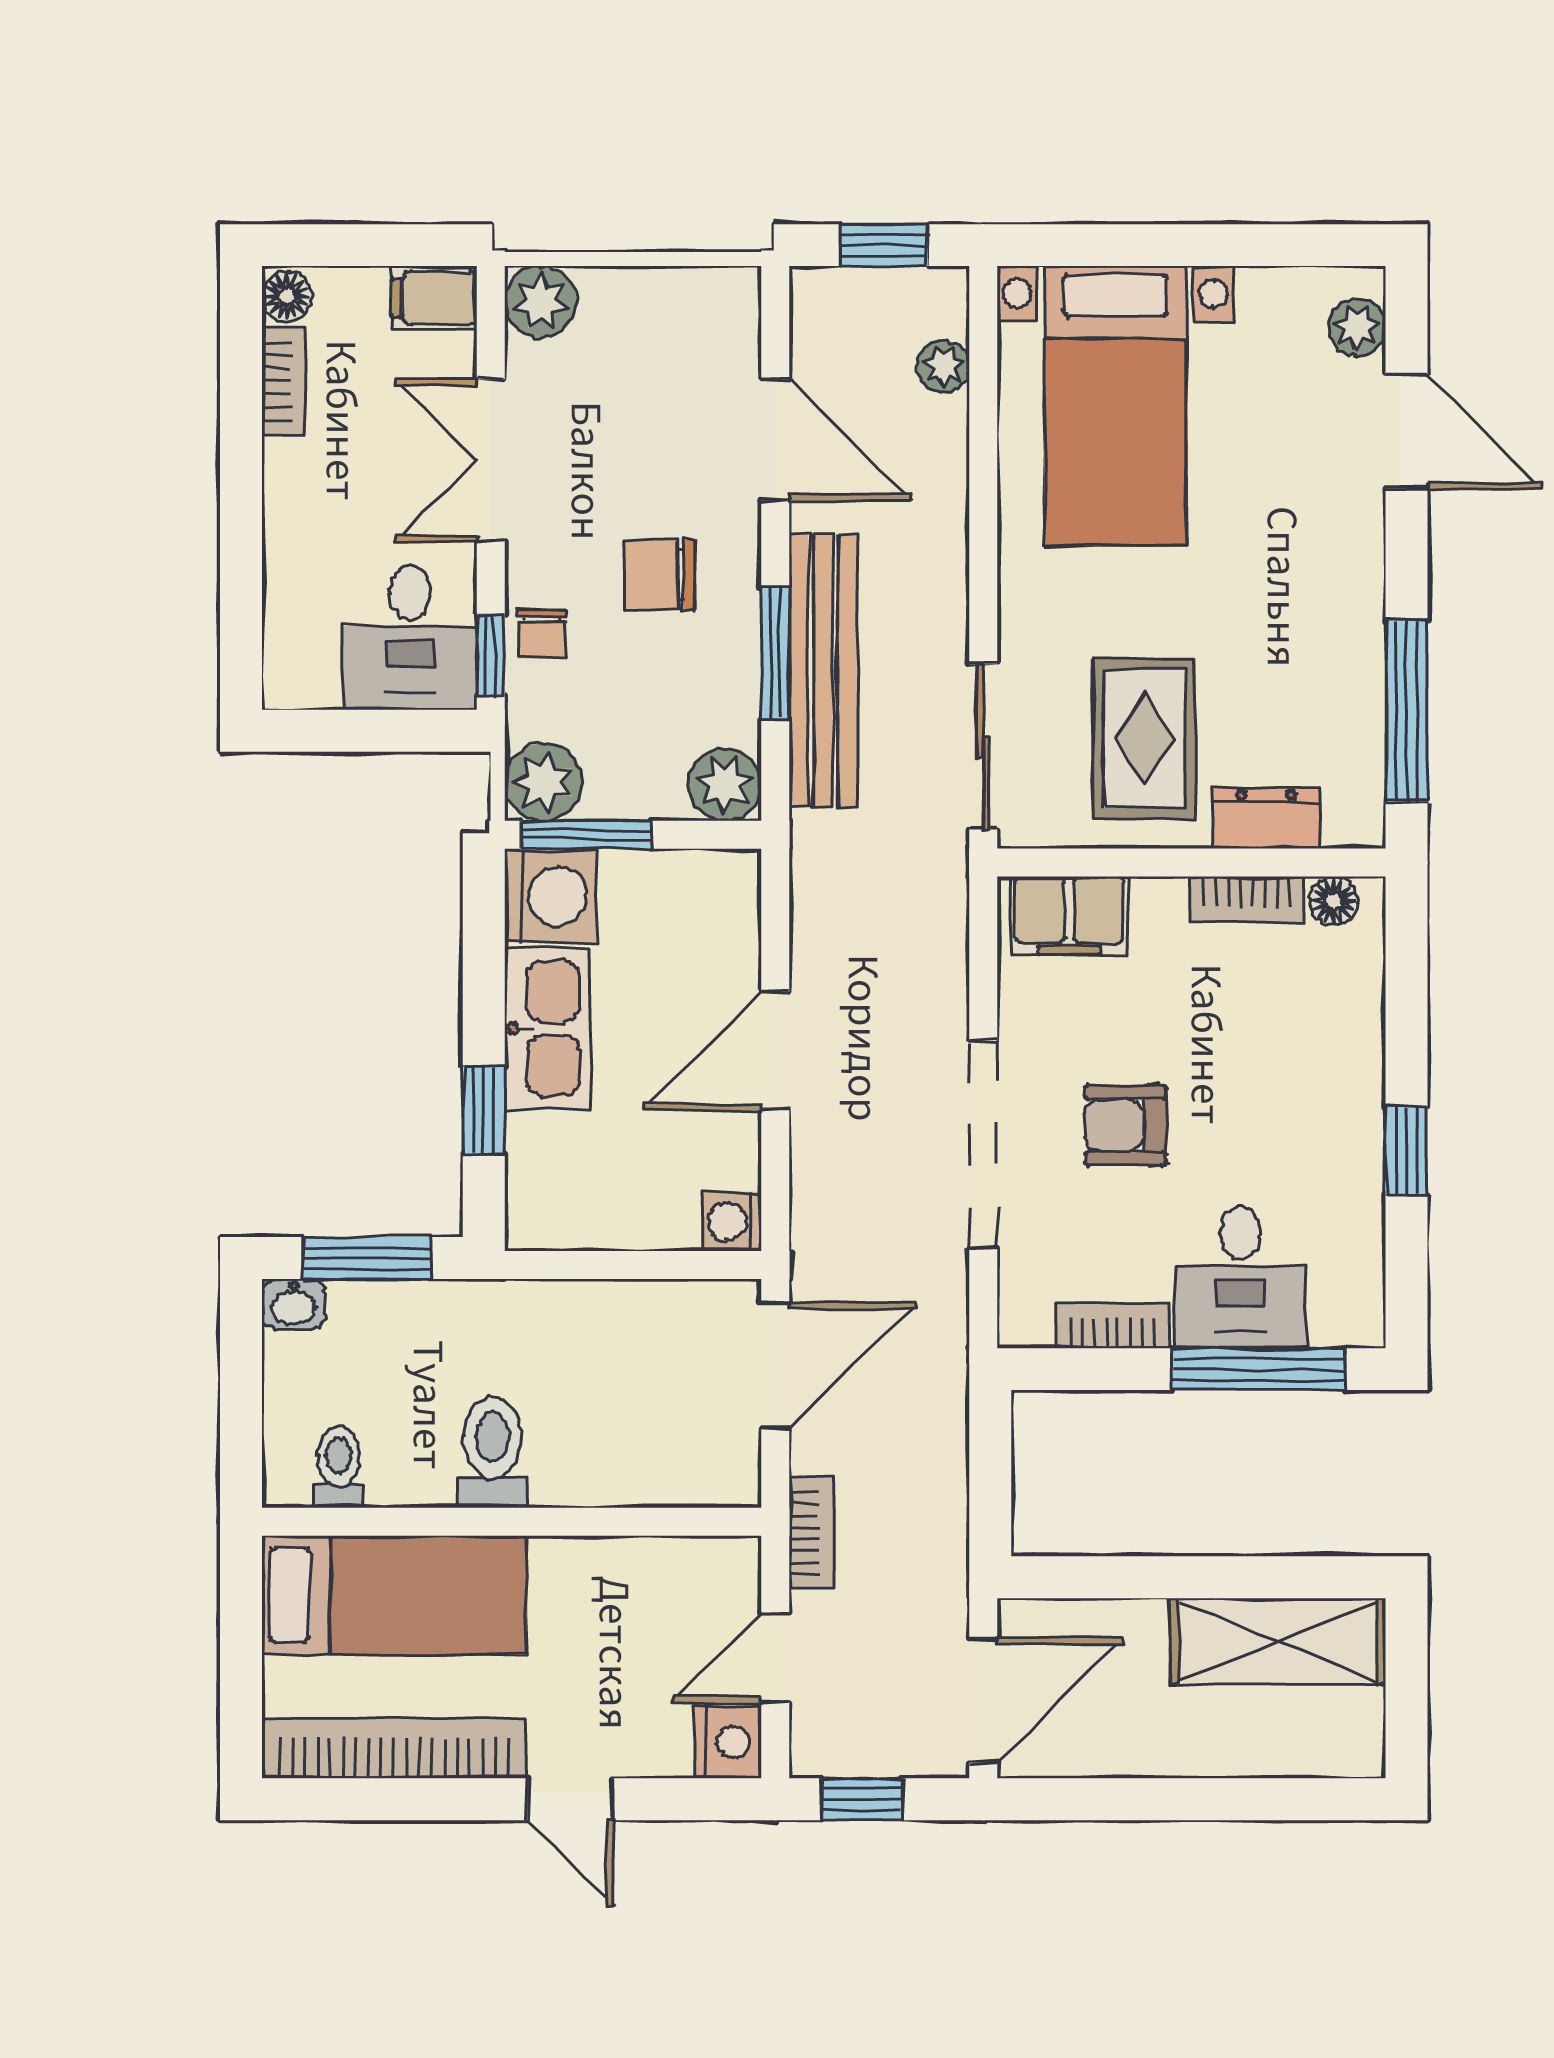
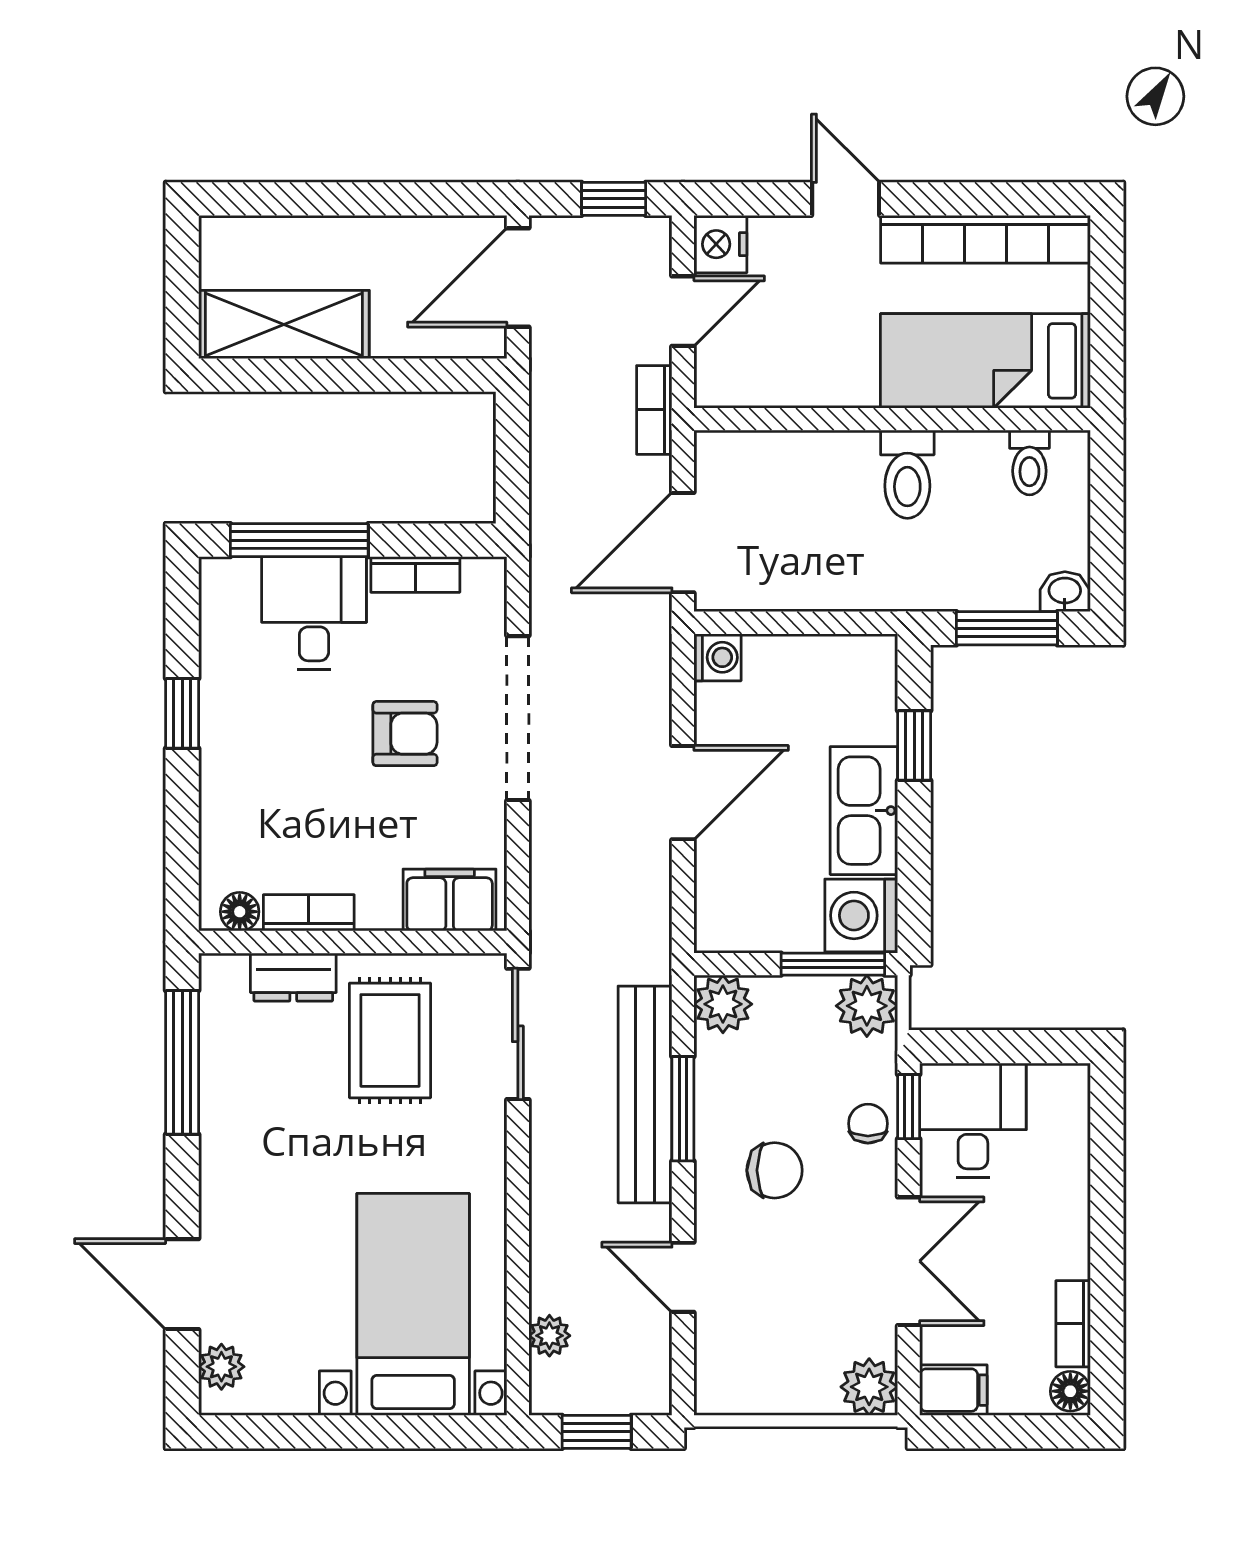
door: (775, 440) -> (683, 1277), width x0.73

